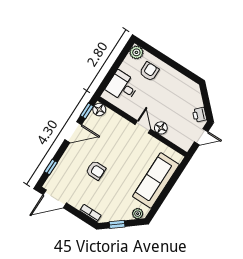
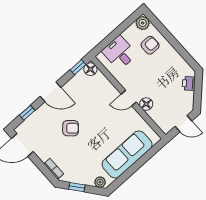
printer: (199, 115) -> (189, 83), moved
door: (143, 127) -> (129, 98), swing flipped
door: (73, 132) -> (50, 92), moved
armchair: (96, 170) -> (71, 128), turned -48

